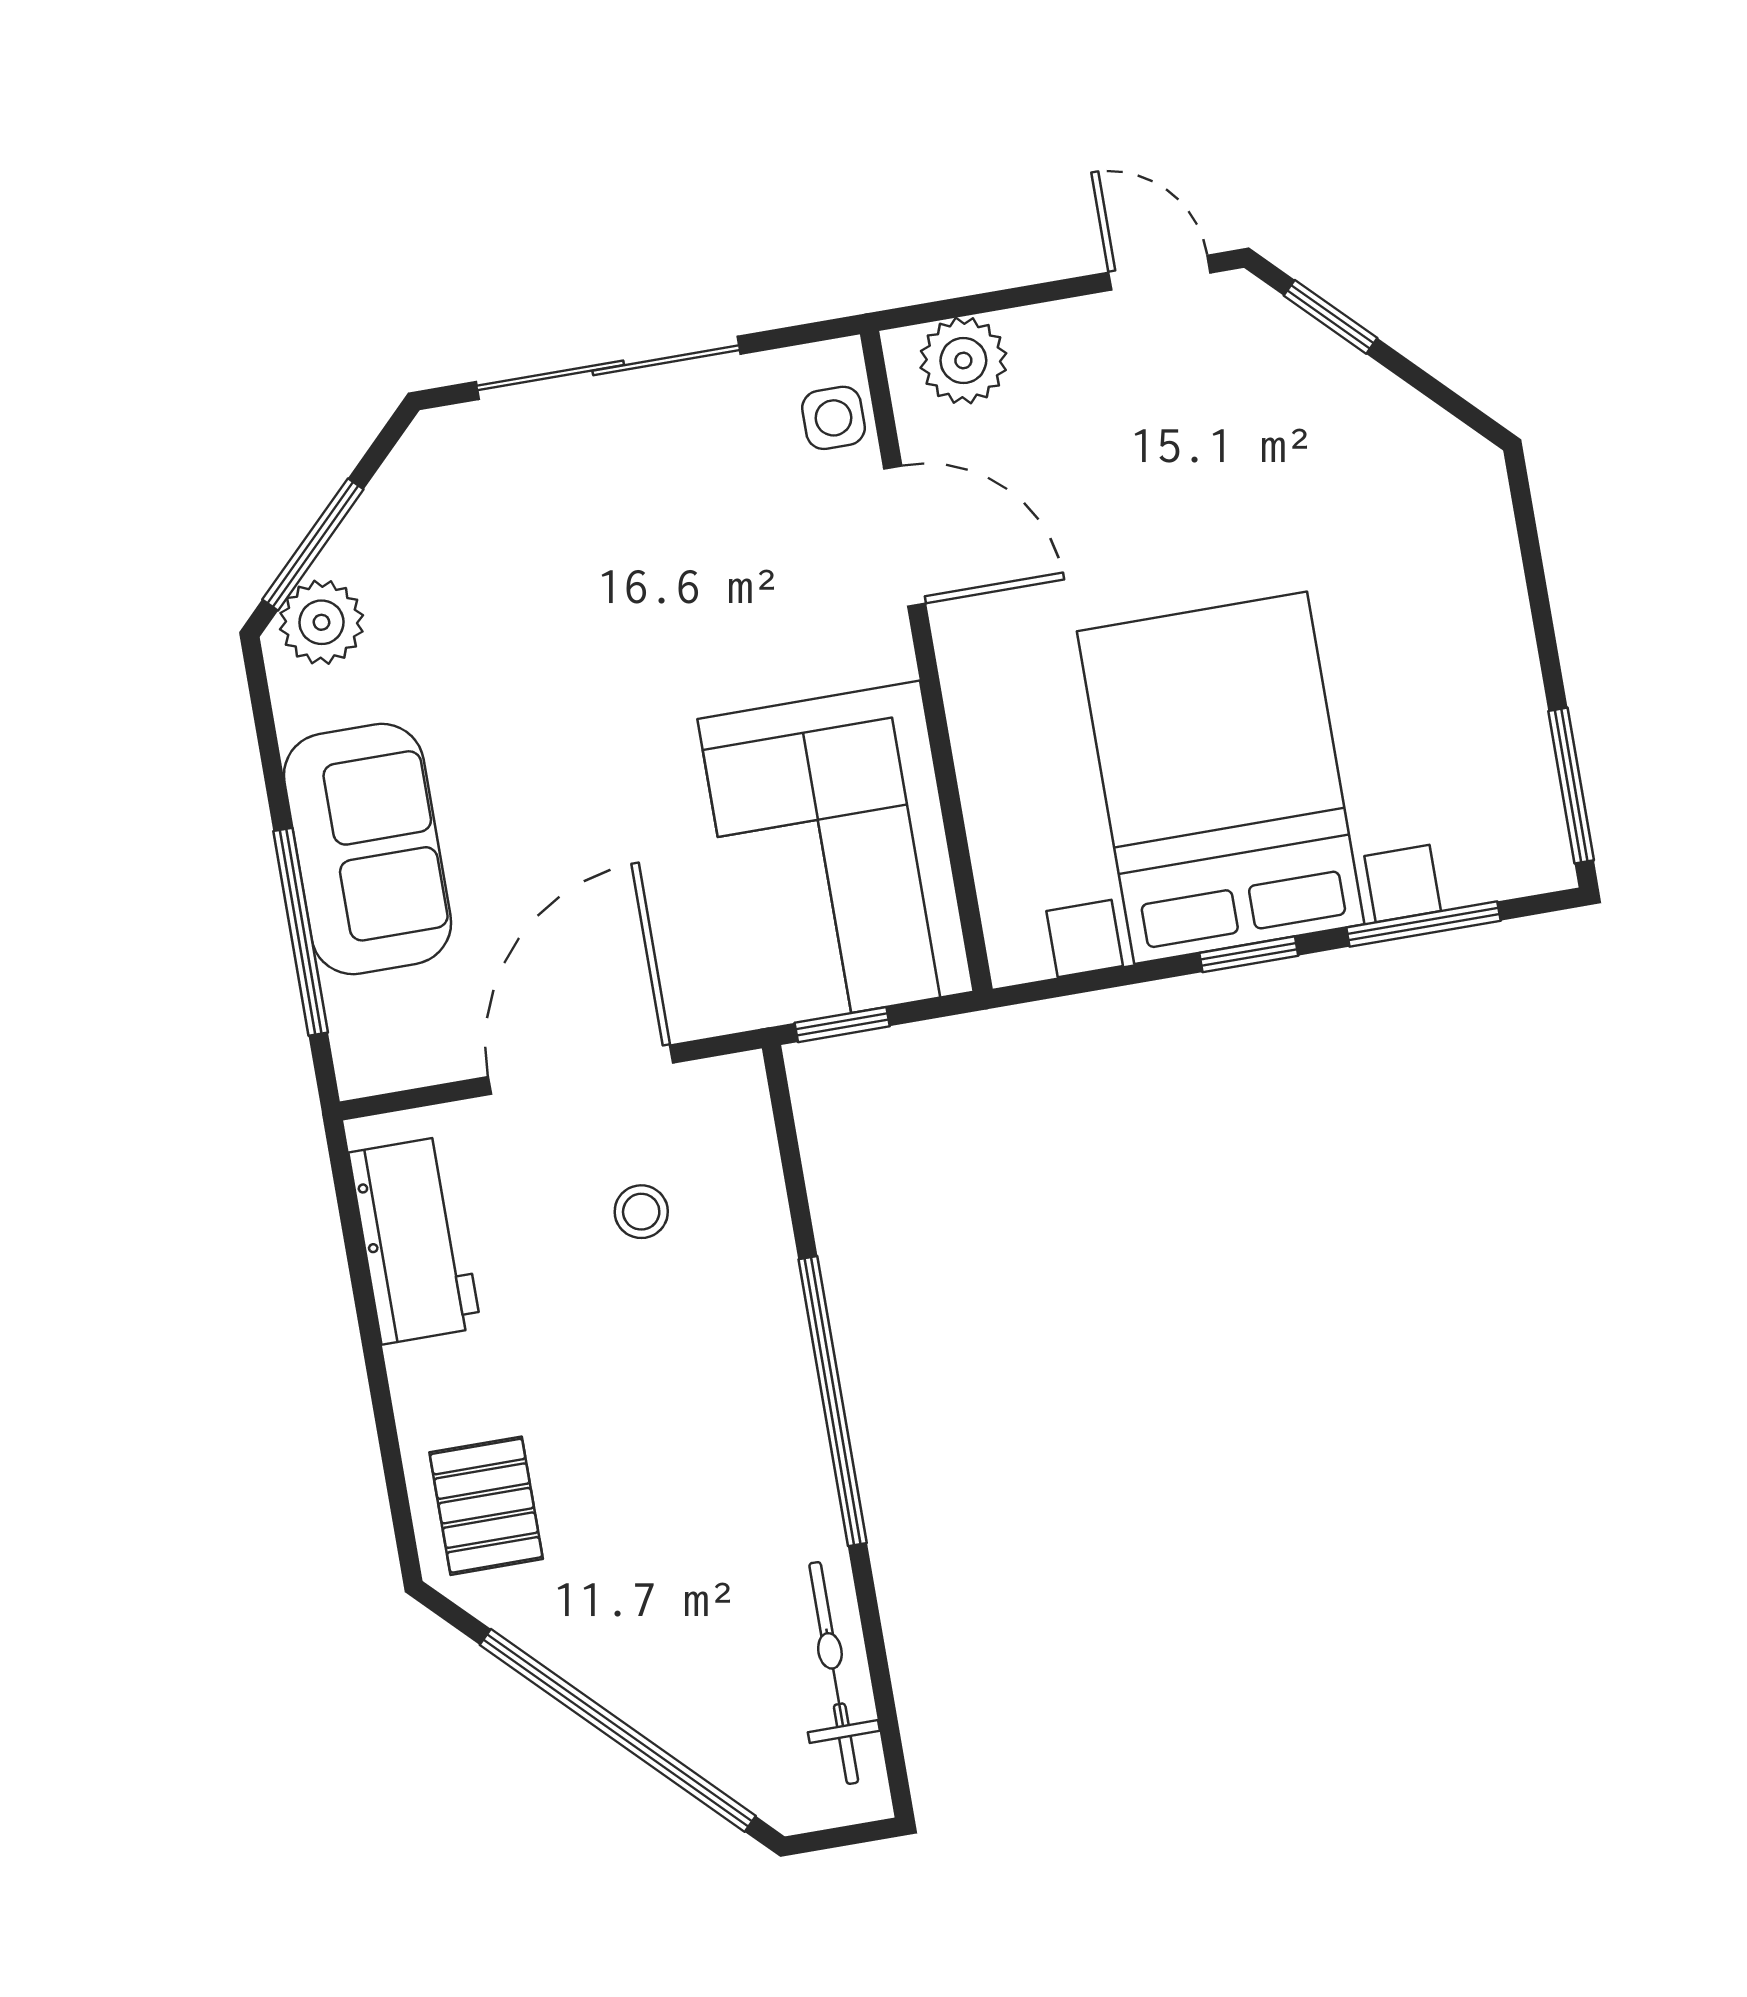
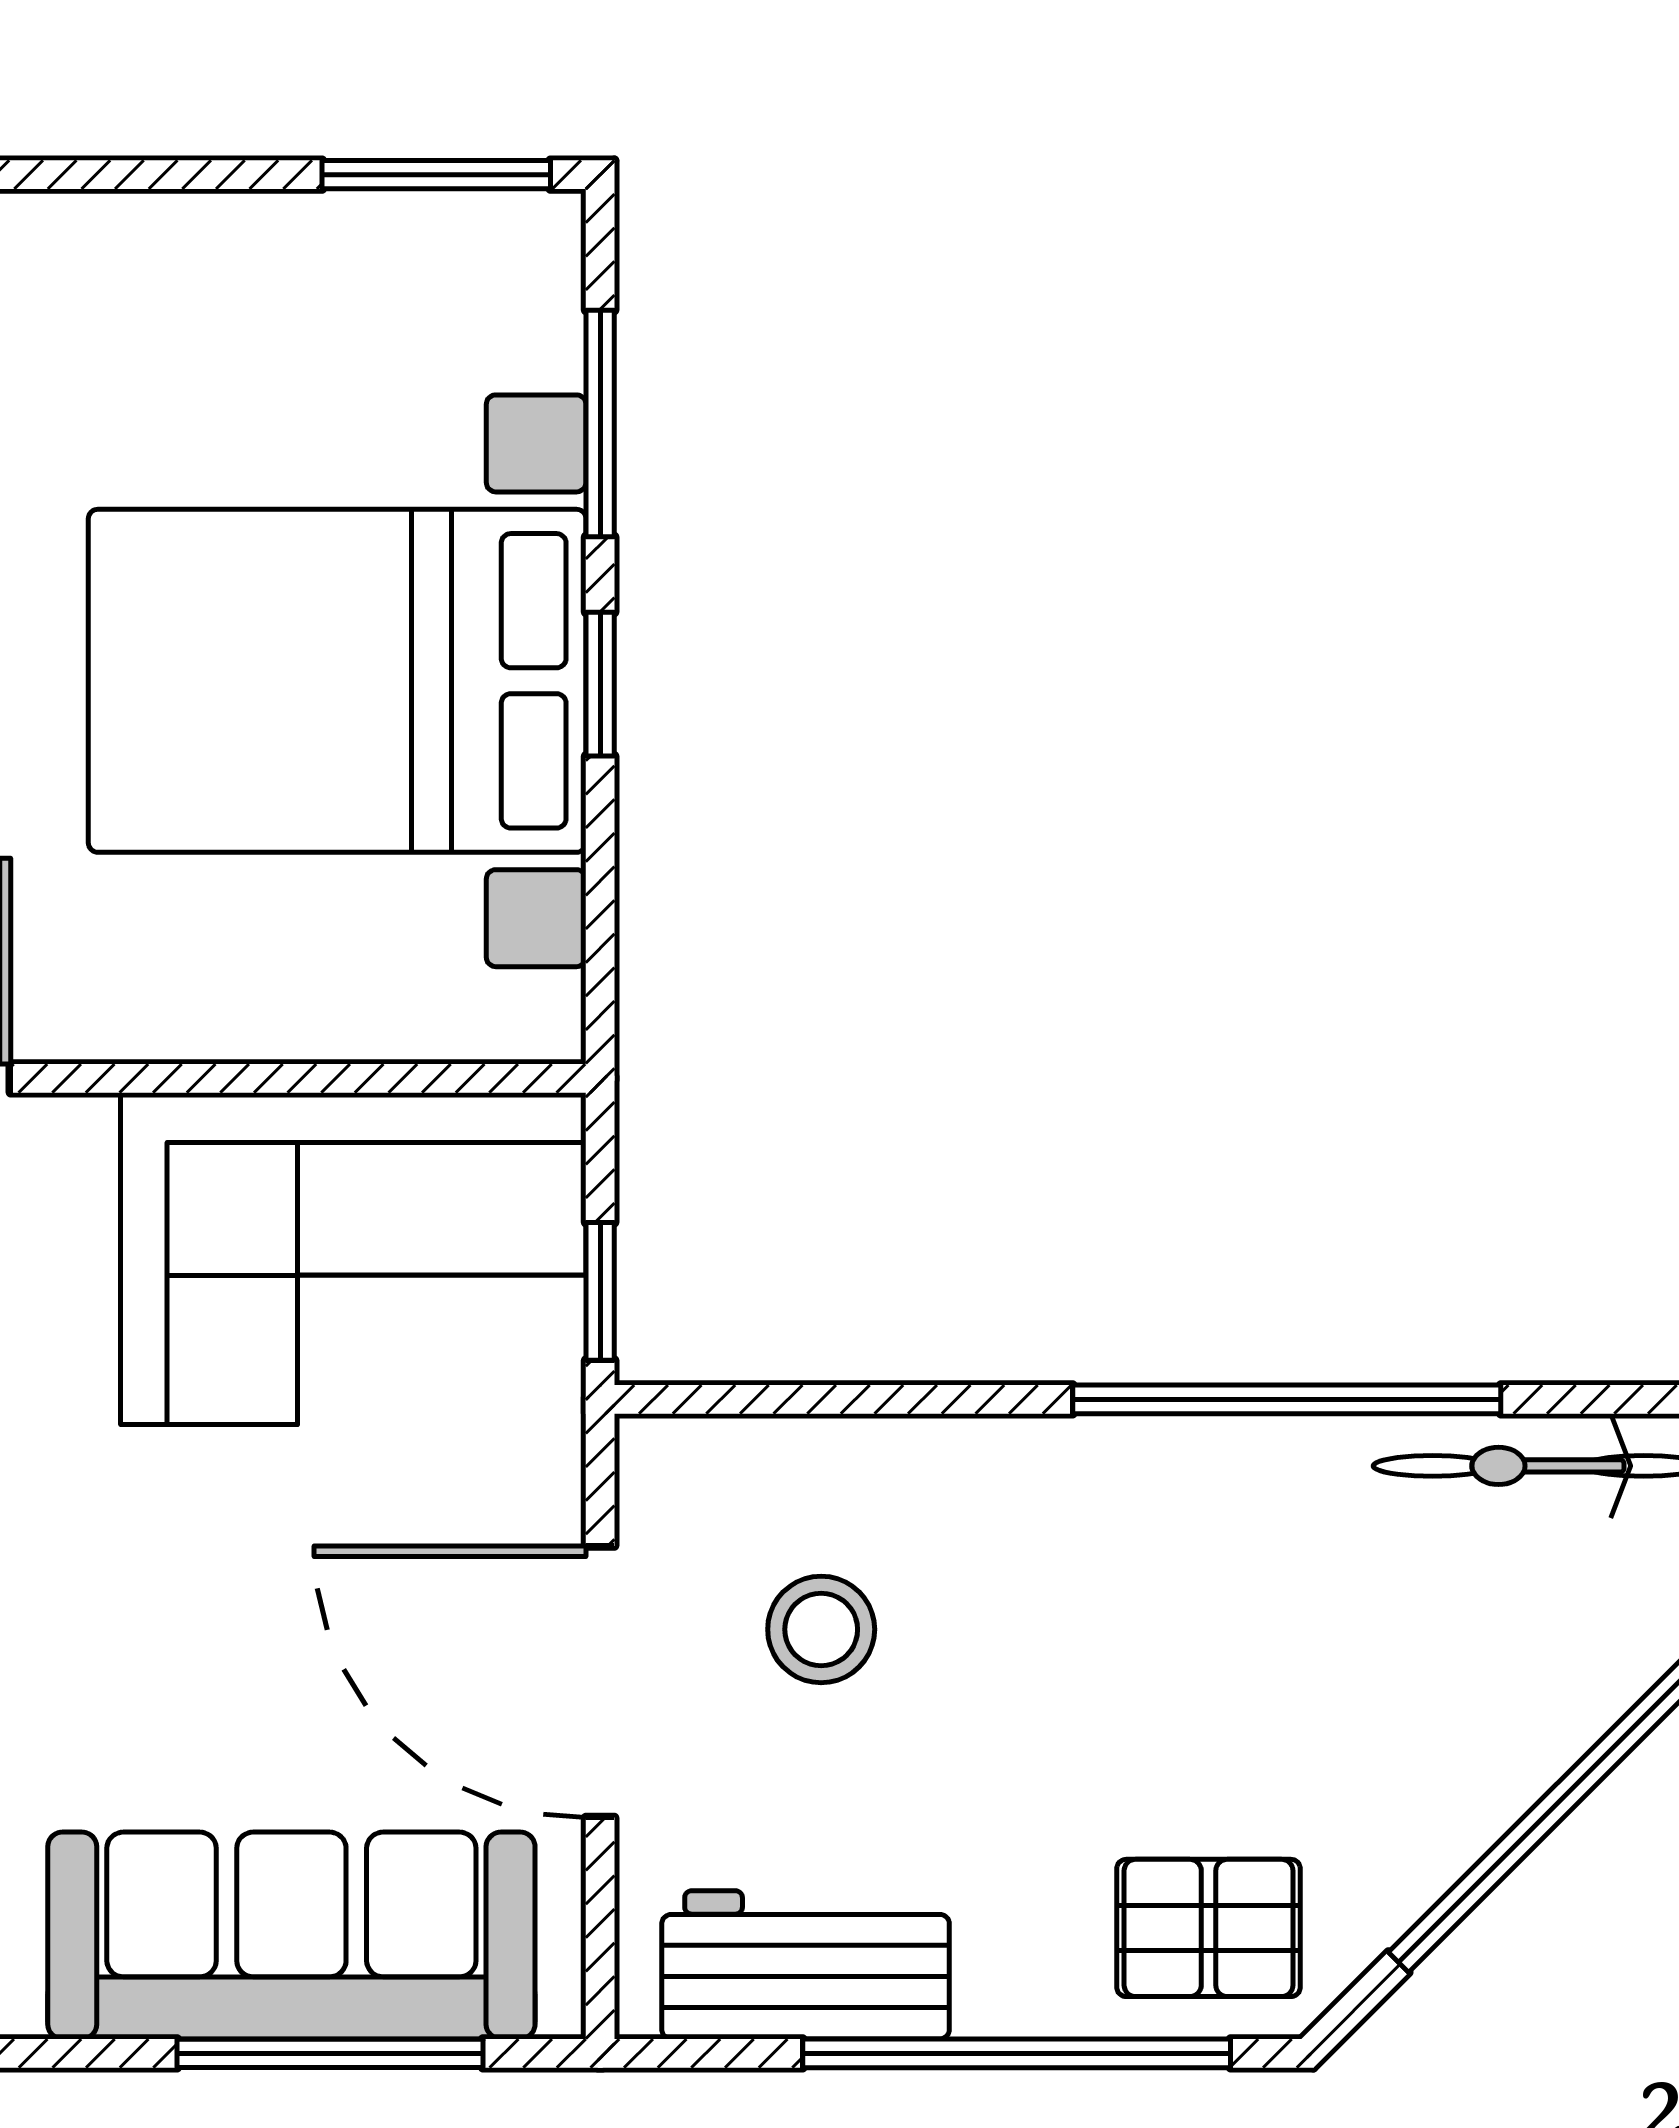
sofa: (367, 849) -> (291, 1936), width x1.36
stool: (641, 1212) -> (821, 1629), width x1.37, depth x1.37
window: (380, 1392) -> (1017, 2053), added
window: (833, 1401) -> (1287, 1399), moved

